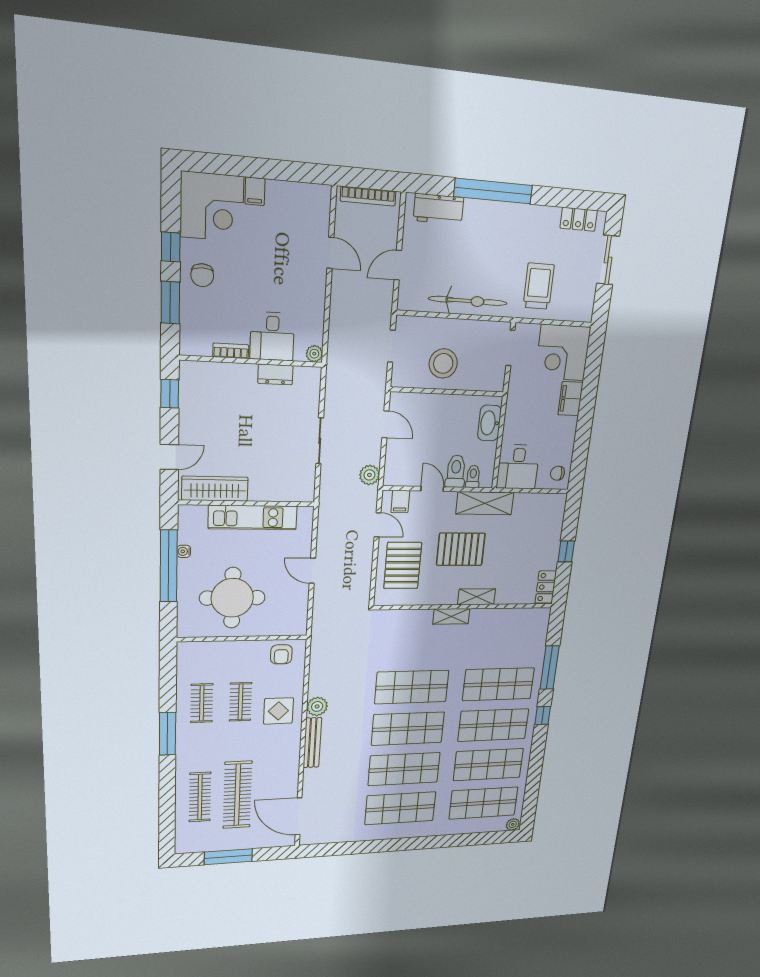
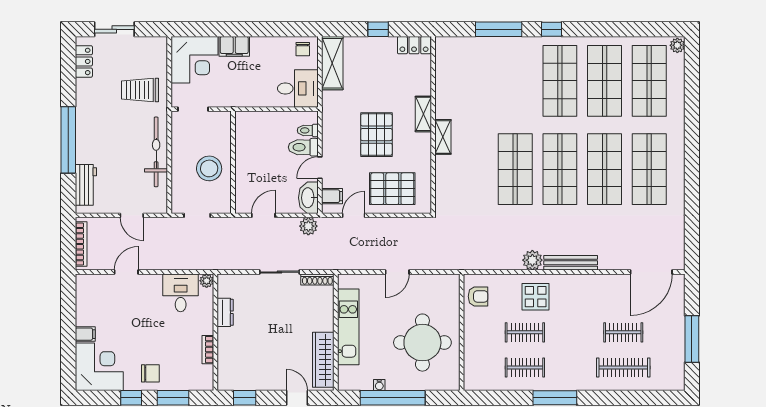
desk: (272, 336) -> (181, 293), moved, turned -90
washbasin: (489, 423) -> (308, 198), moved, turned 90
shoe rack: (309, 484) -> (317, 279), added
shelving: (485, 503) -> (332, 63), moved
shop shelf: (498, 684) -> (515, 81), removed
clothes rail: (237, 795) -> (623, 332), width x0.54, depth x0.76

